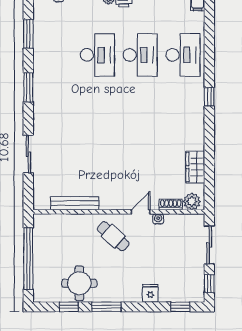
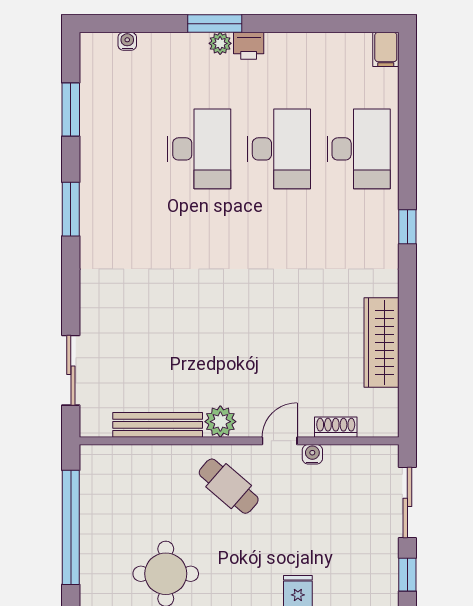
sliding door: (28, 154) -> (71, 370), moved
wardrobe: (195, 167) -> (381, 343), width x1.50
plant: (192, 201) -> (220, 422), moved

